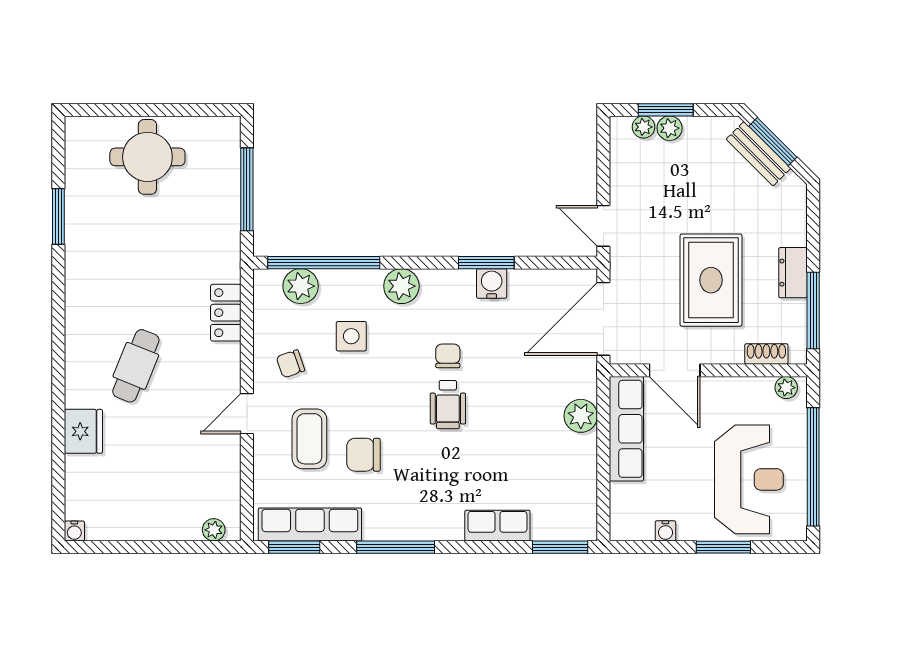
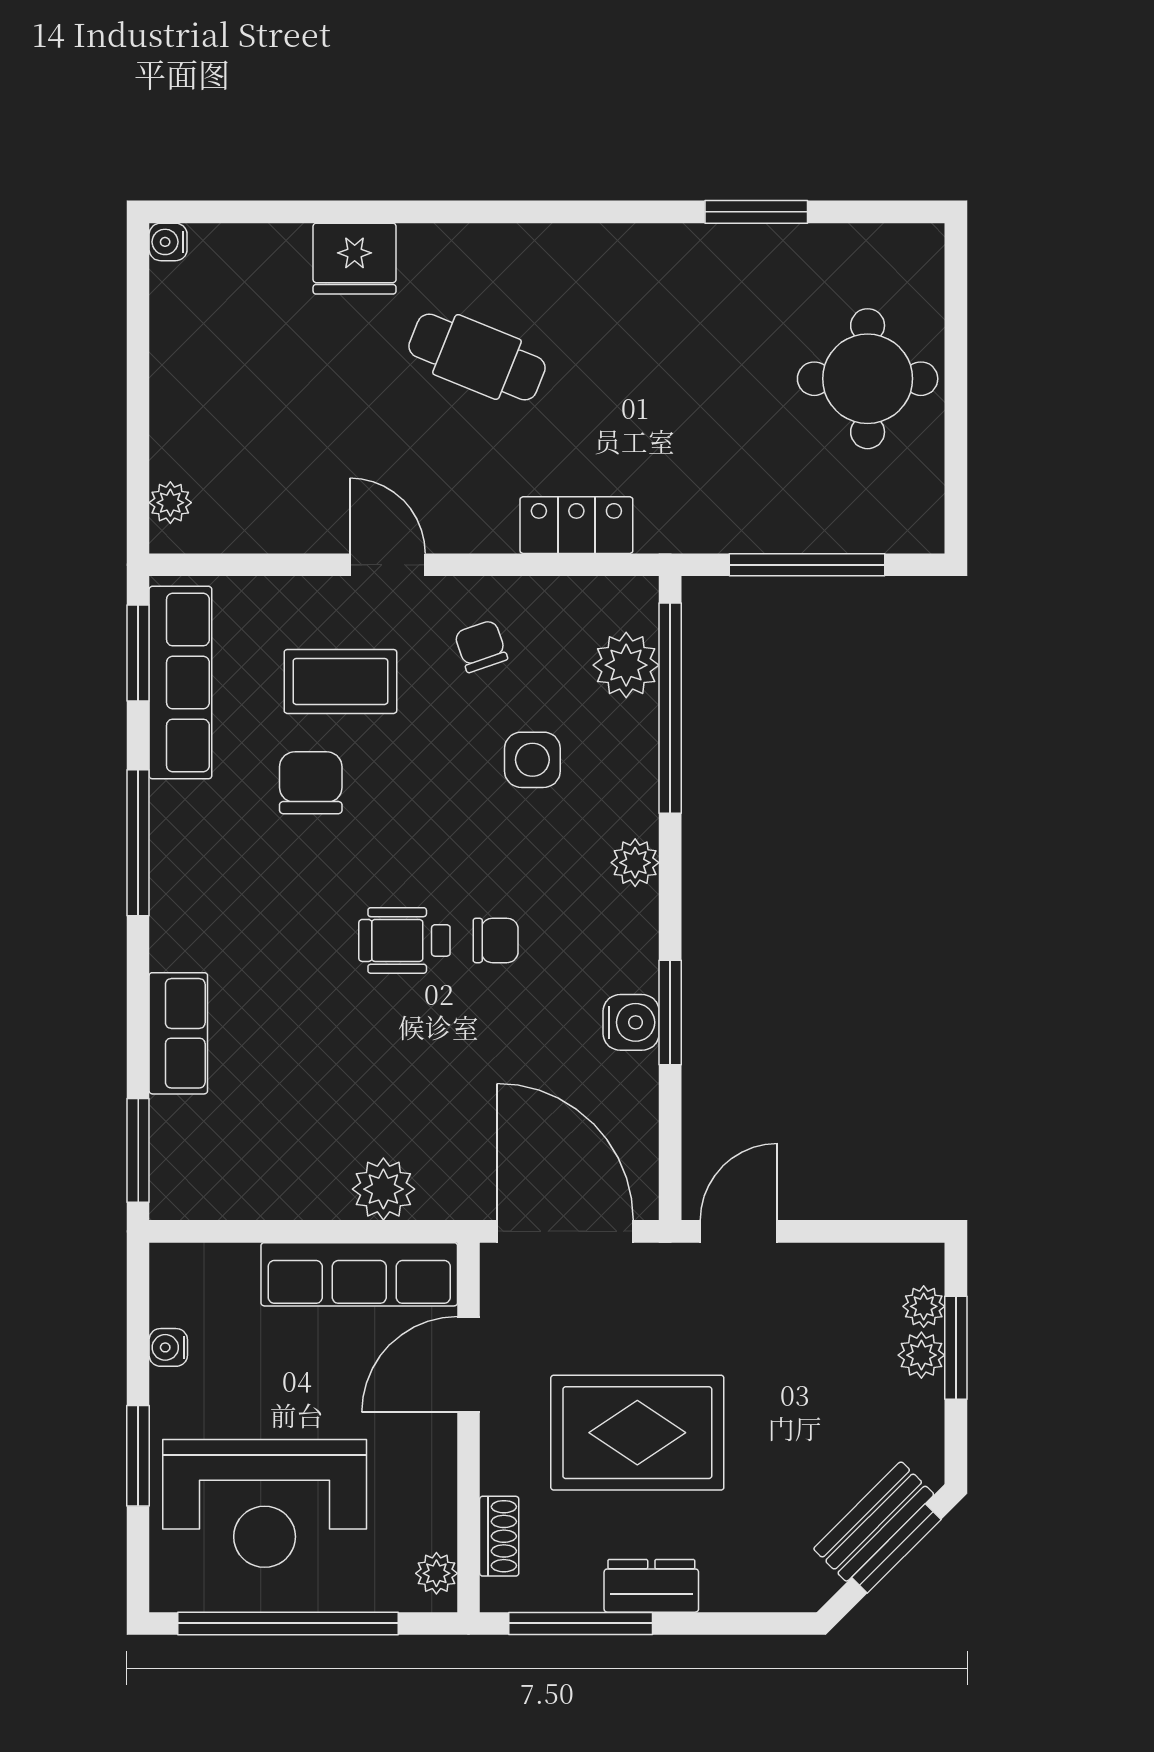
plant: (401, 286) -> (635, 863), width x0.73, depth x0.73

